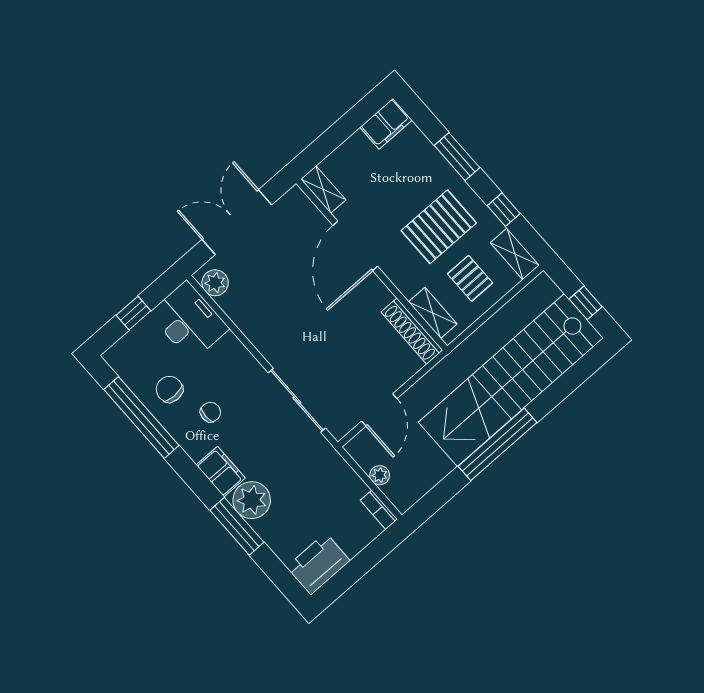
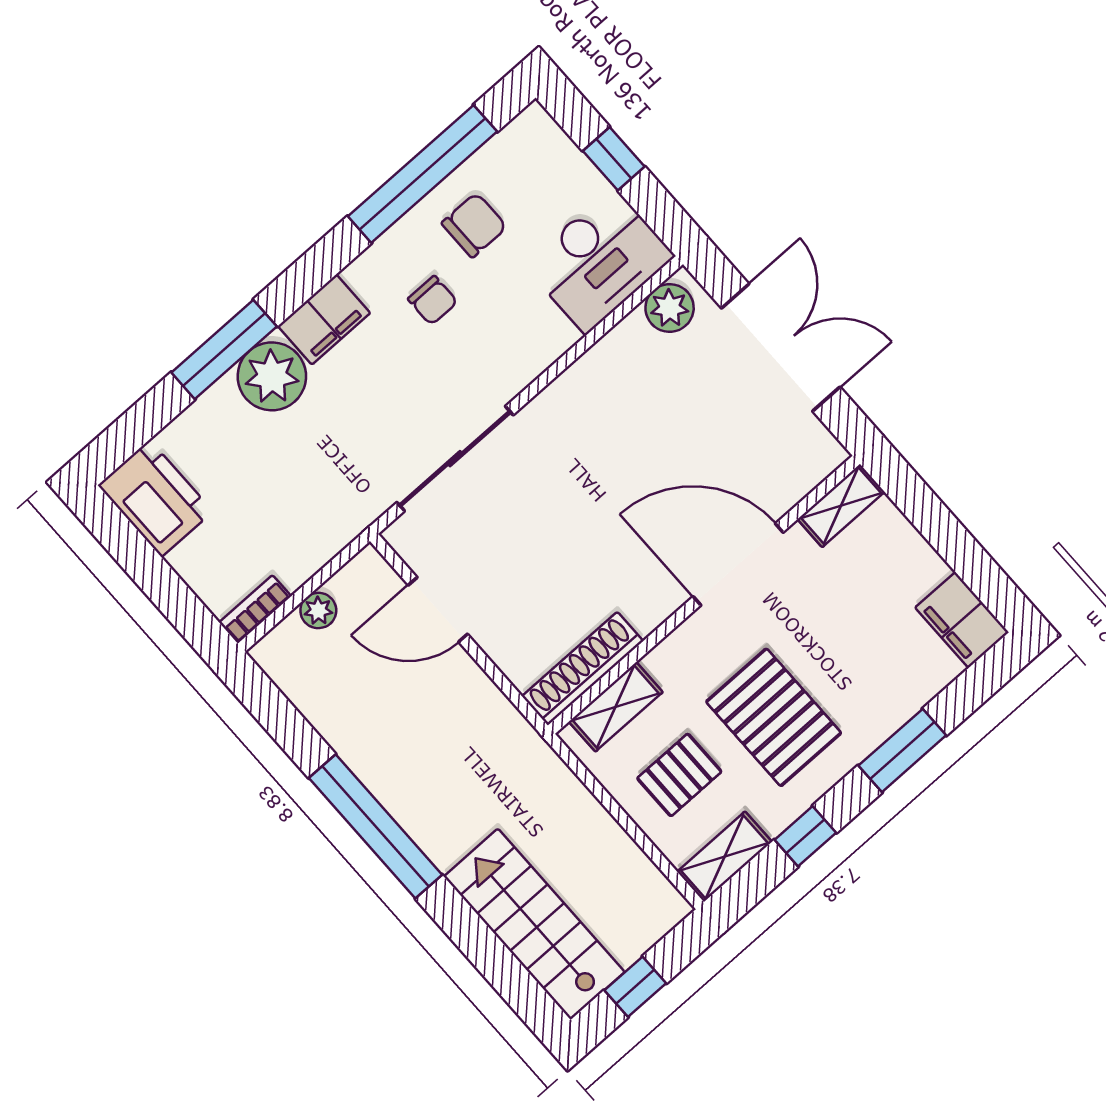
stairs: (511, 380) -> (534, 924), width x0.54, depth x0.66

